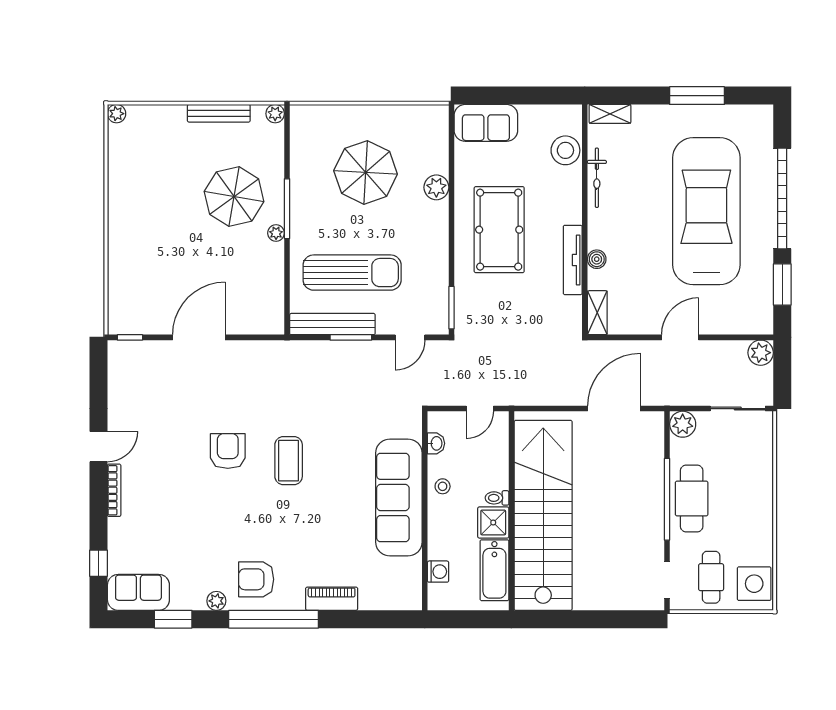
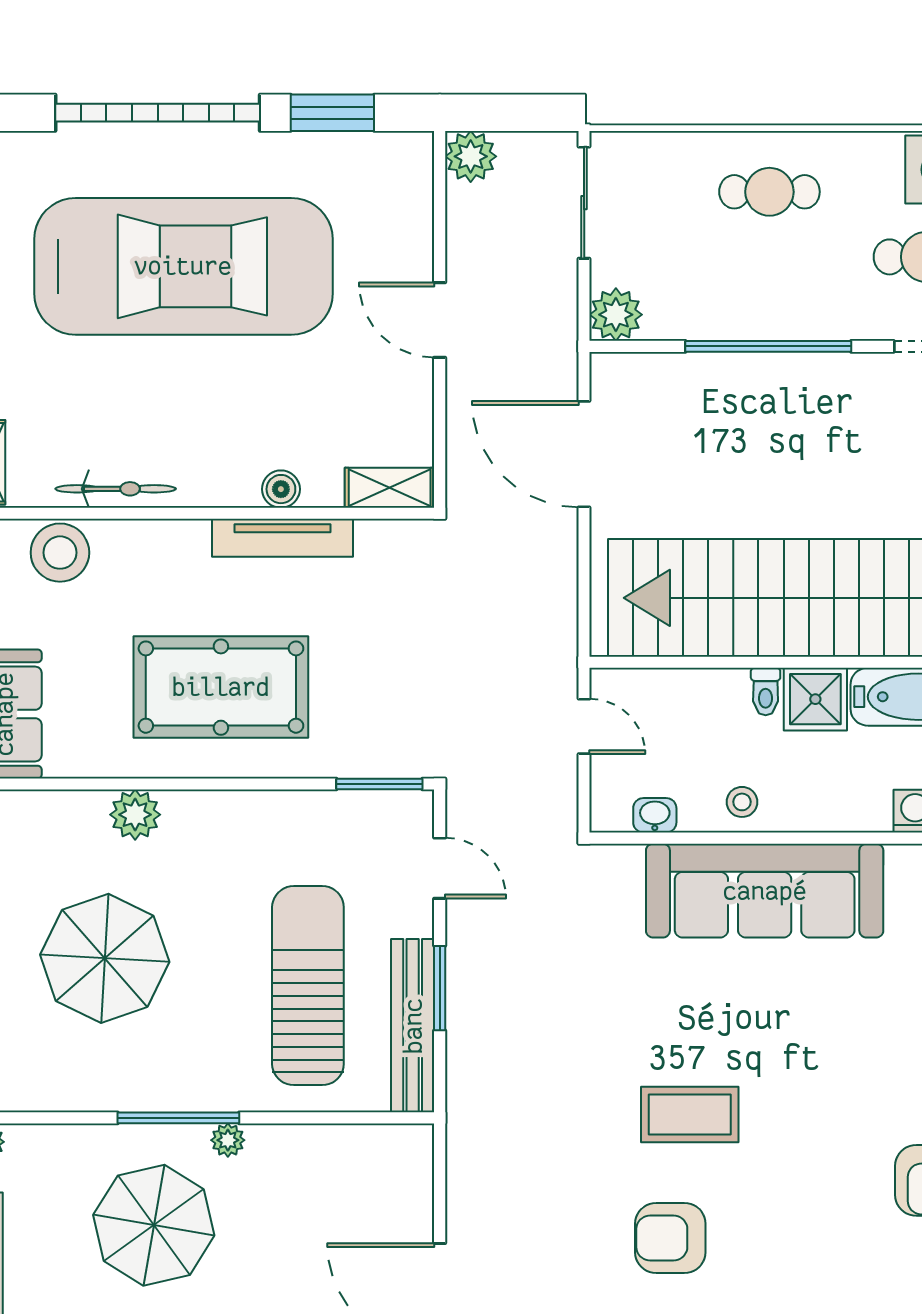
car: (706, 211) -> (183, 266), turned 180
cafe table: (692, 498) -> (769, 192), moved, width x0.73, depth x0.74

